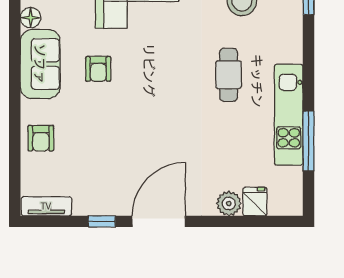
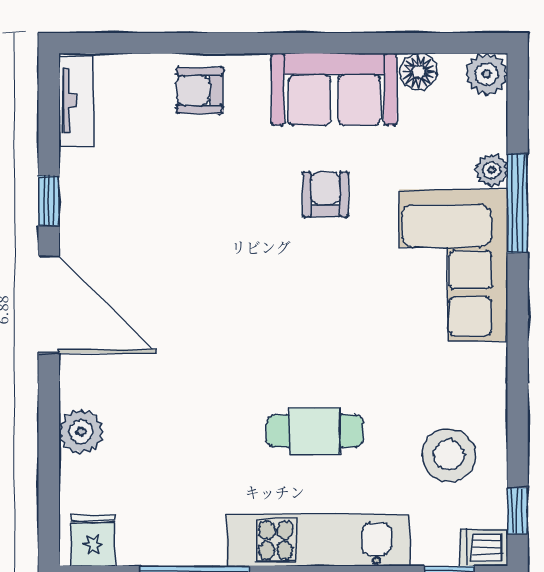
armchair: (98, 69) -> (325, 195), turned 90
kitchen unit: (289, 115) -> (318, 540), moved
fridge: (255, 202) -> (93, 540), moved, turned -90

